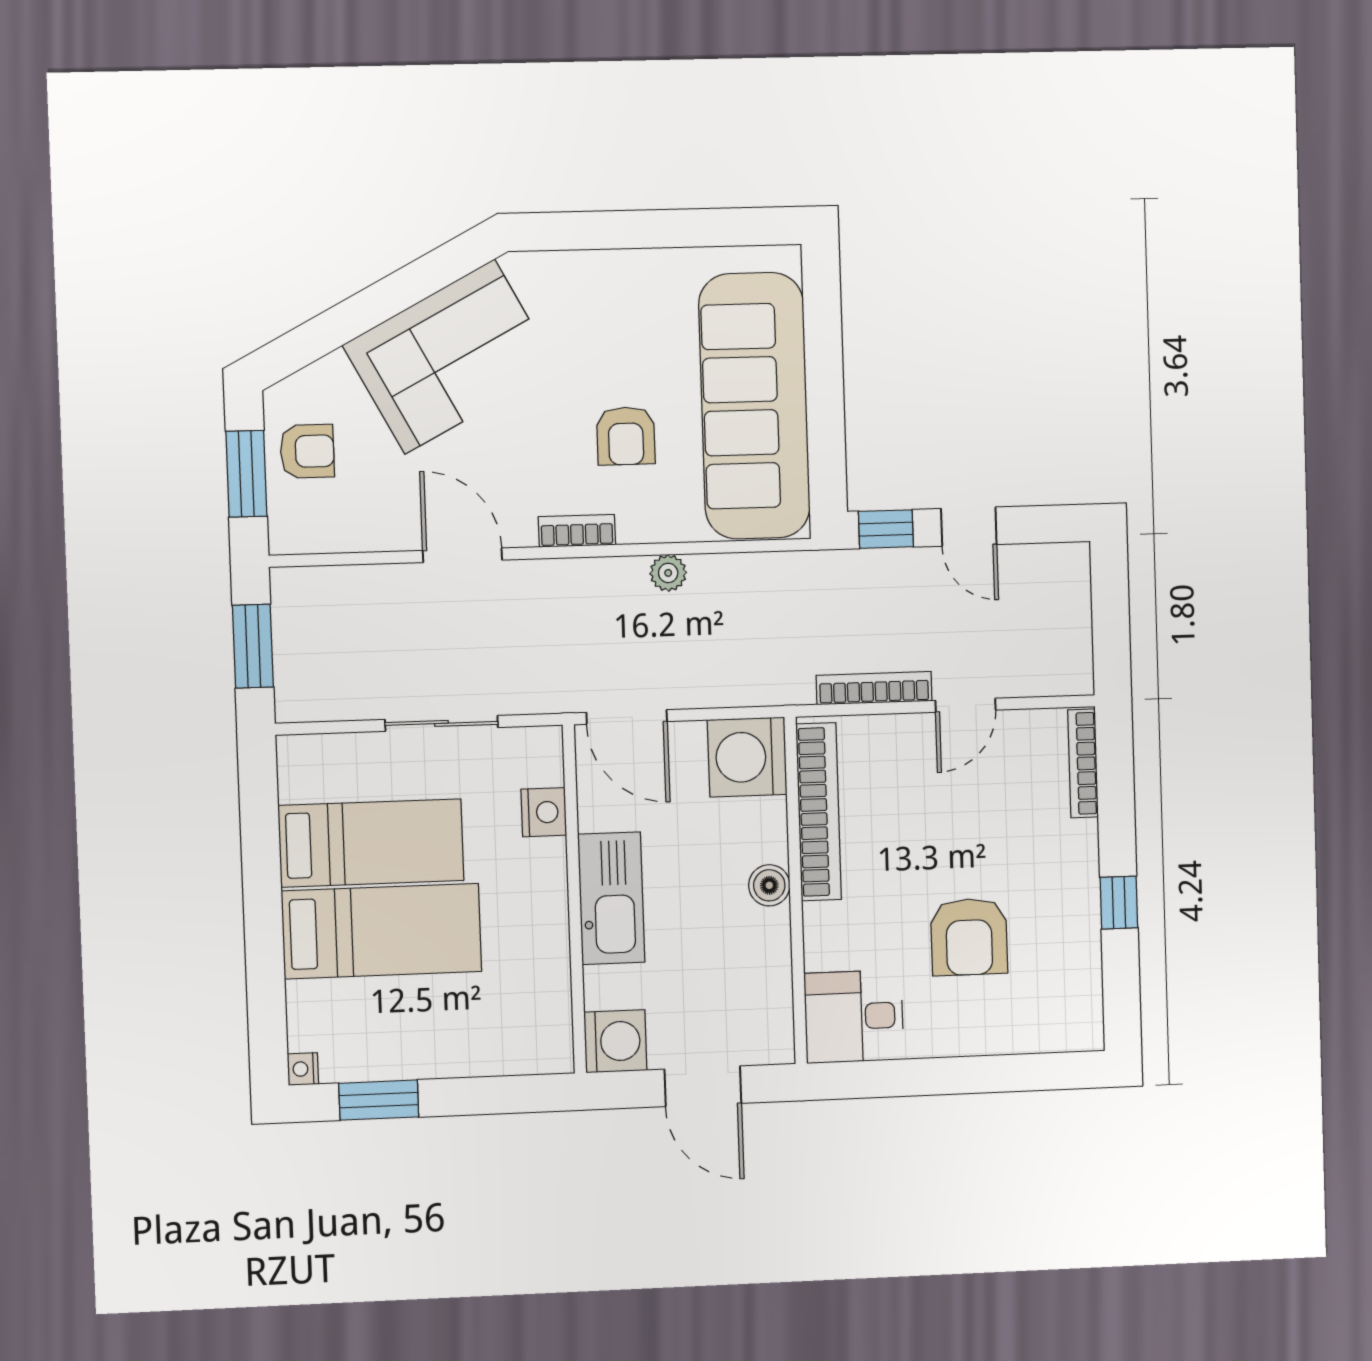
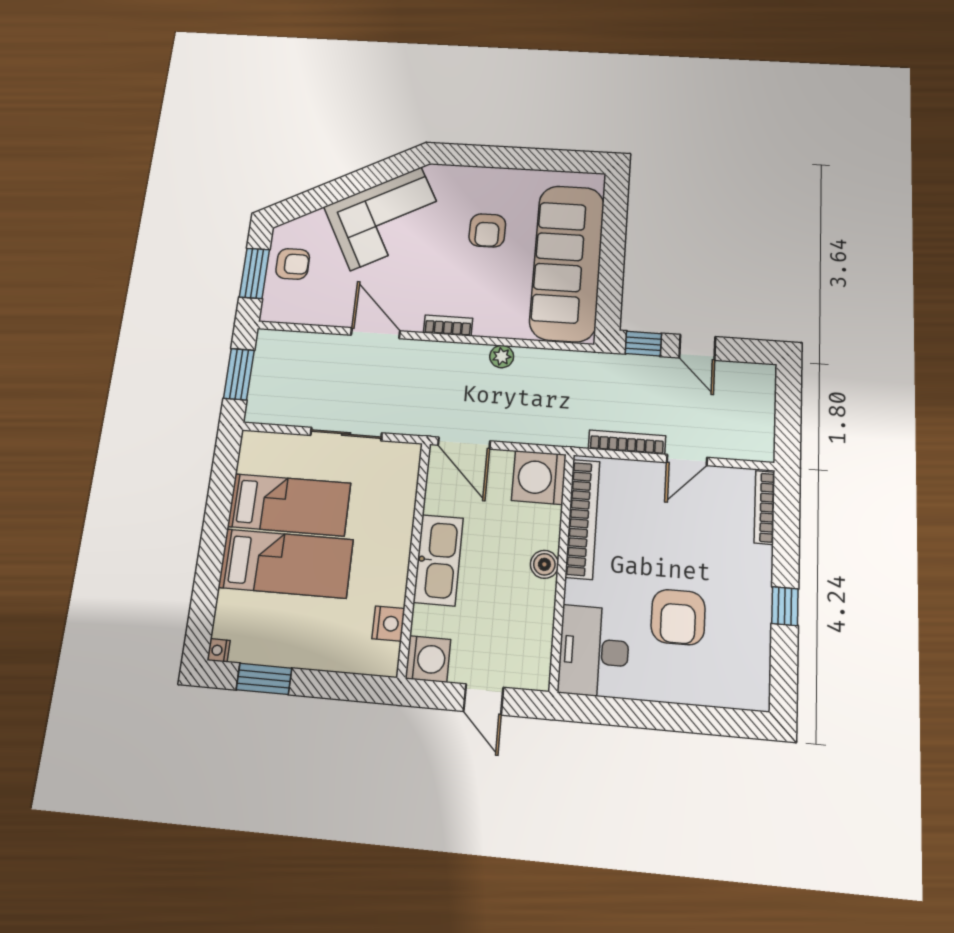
armchair: (626, 436) -> (487, 230), moved
nightstand: (544, 812) -> (388, 623), moved
desk: (854, 1016) -> (594, 651), width x1.37
door: (703, 1086) -> (483, 699), width x0.73

